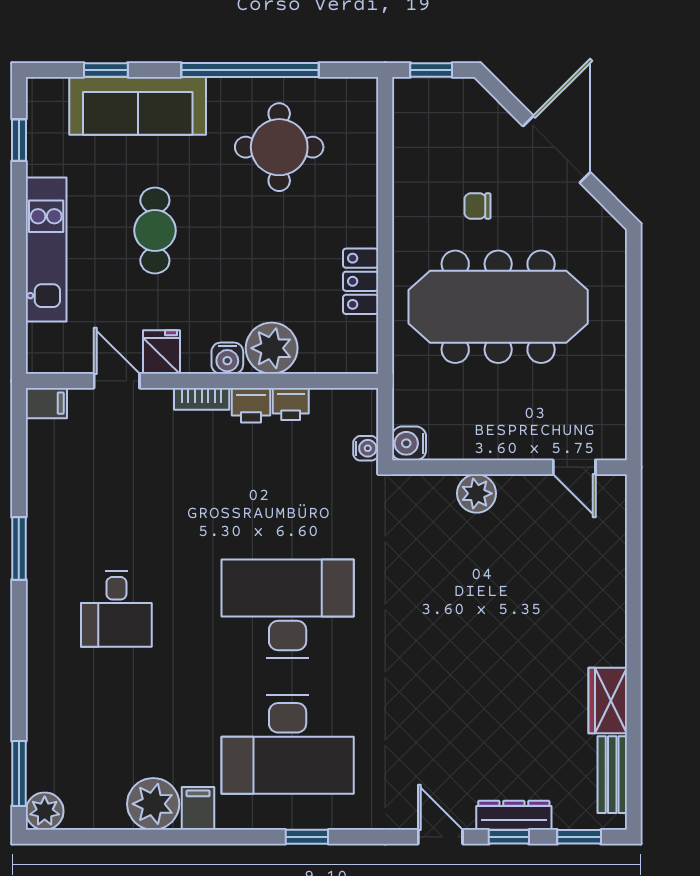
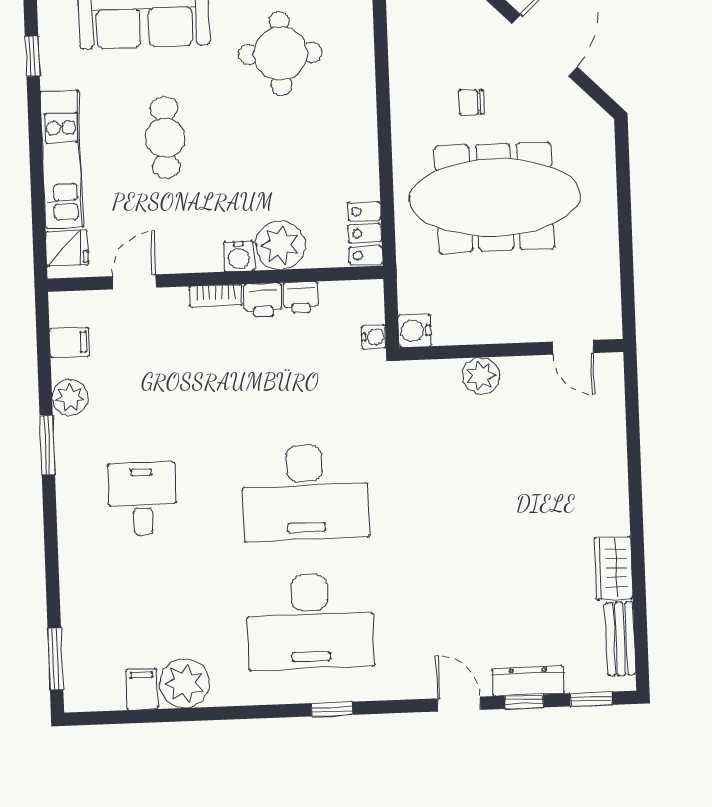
locker: (361, 281) -> (365, 233), moved
fridge: (161, 352) -> (67, 248), moved, turned 90
door: (117, 381) -> (134, 282), hinge flipped
filing cabinet: (46, 403) -> (69, 343), moved
desk: (116, 609) -> (142, 499), turned 180
desk: (288, 609) -> (305, 493), turned 180
filing cabinet: (198, 808) -> (142, 689), moved
plant: (45, 811) -> (70, 398), moved

